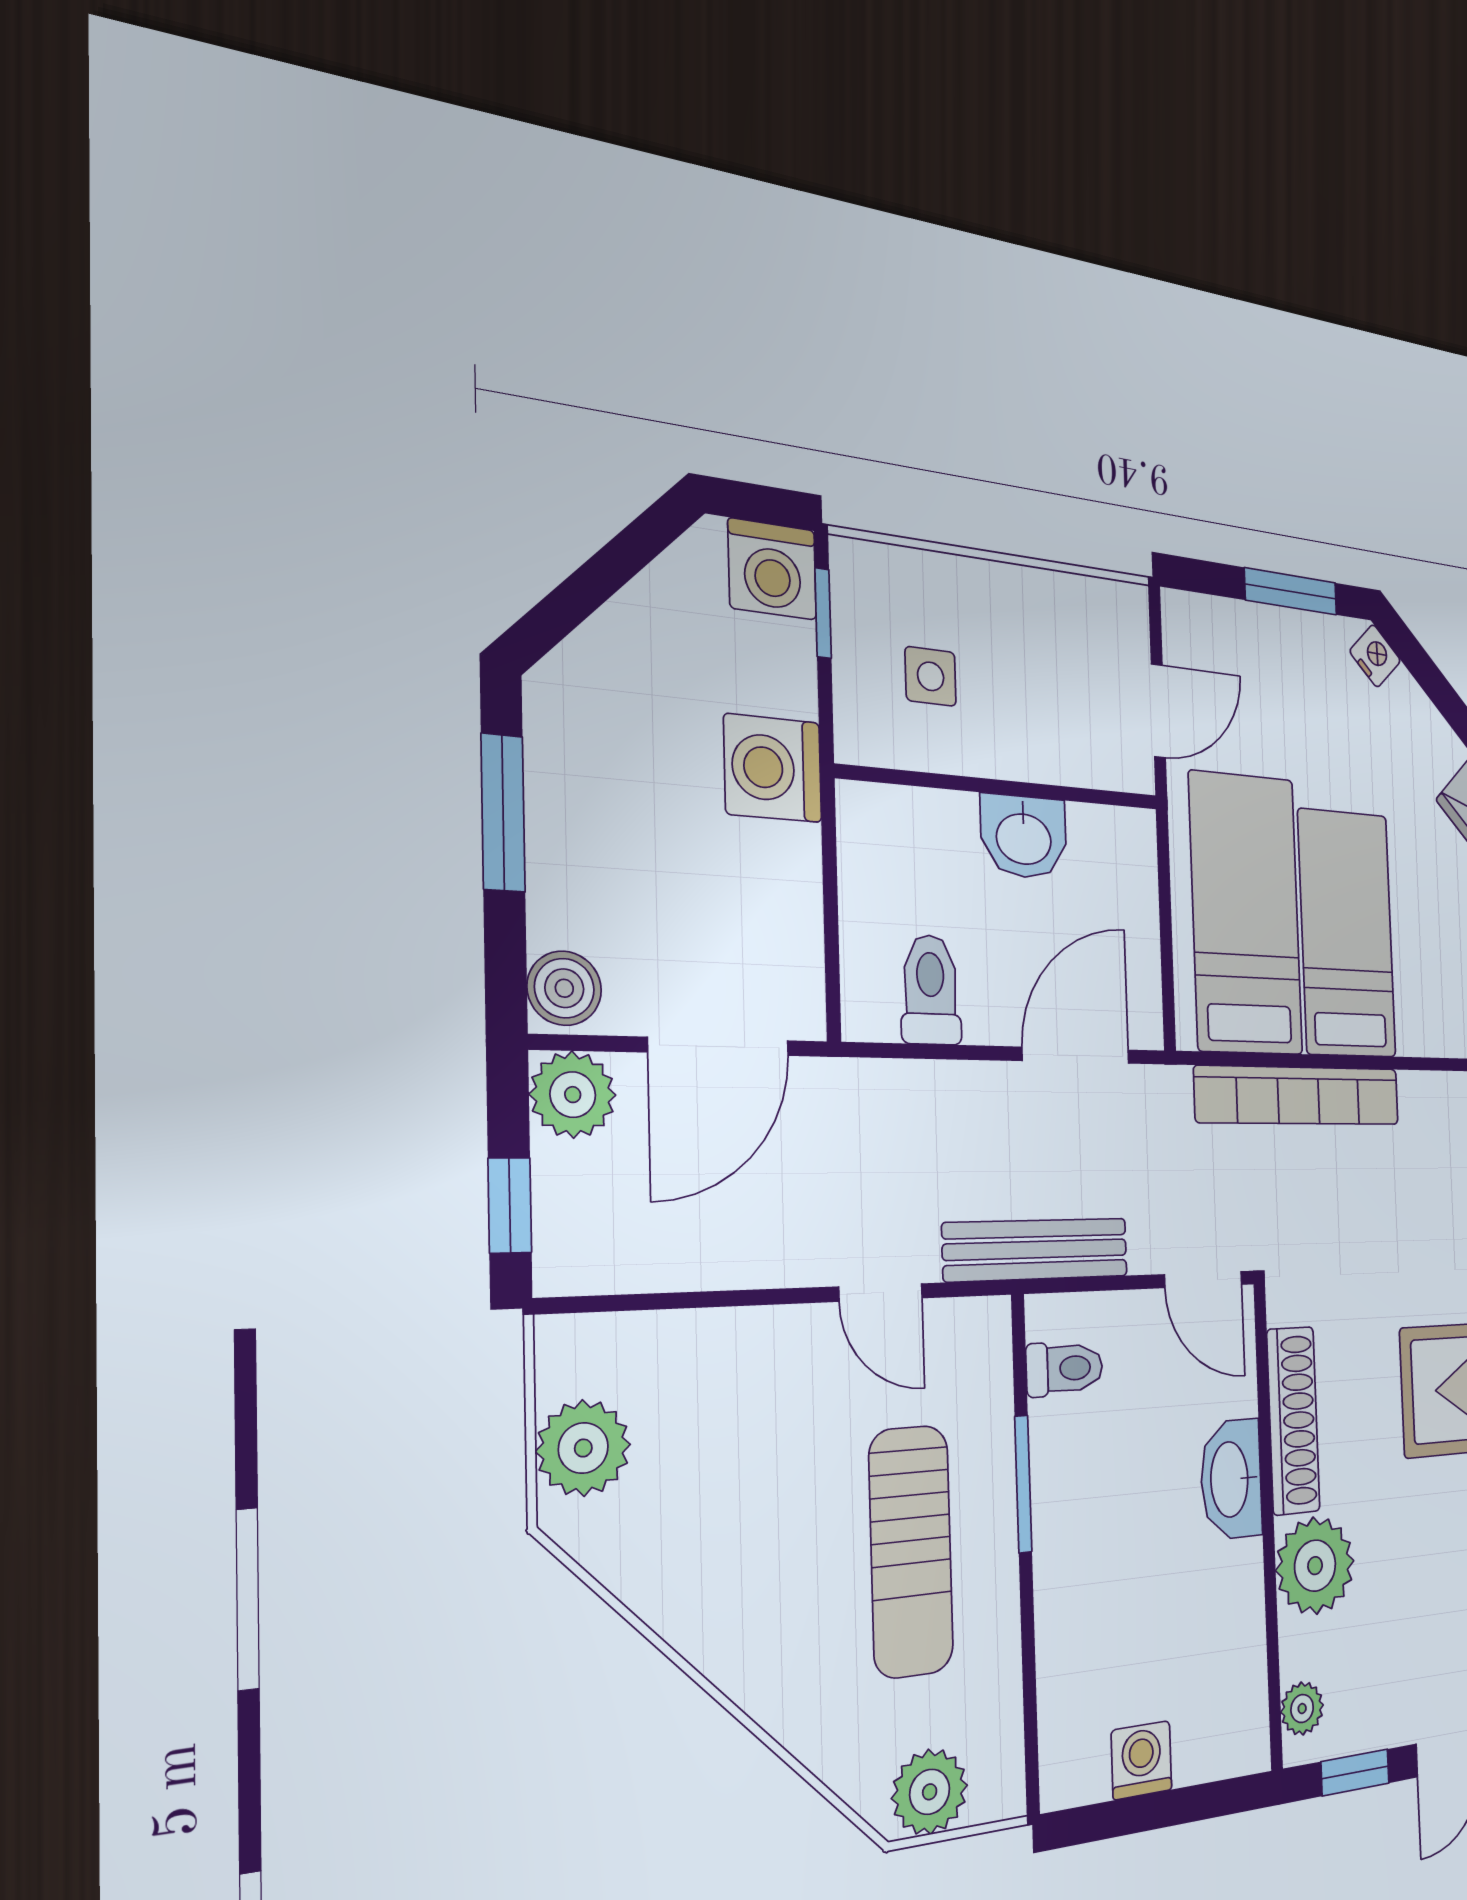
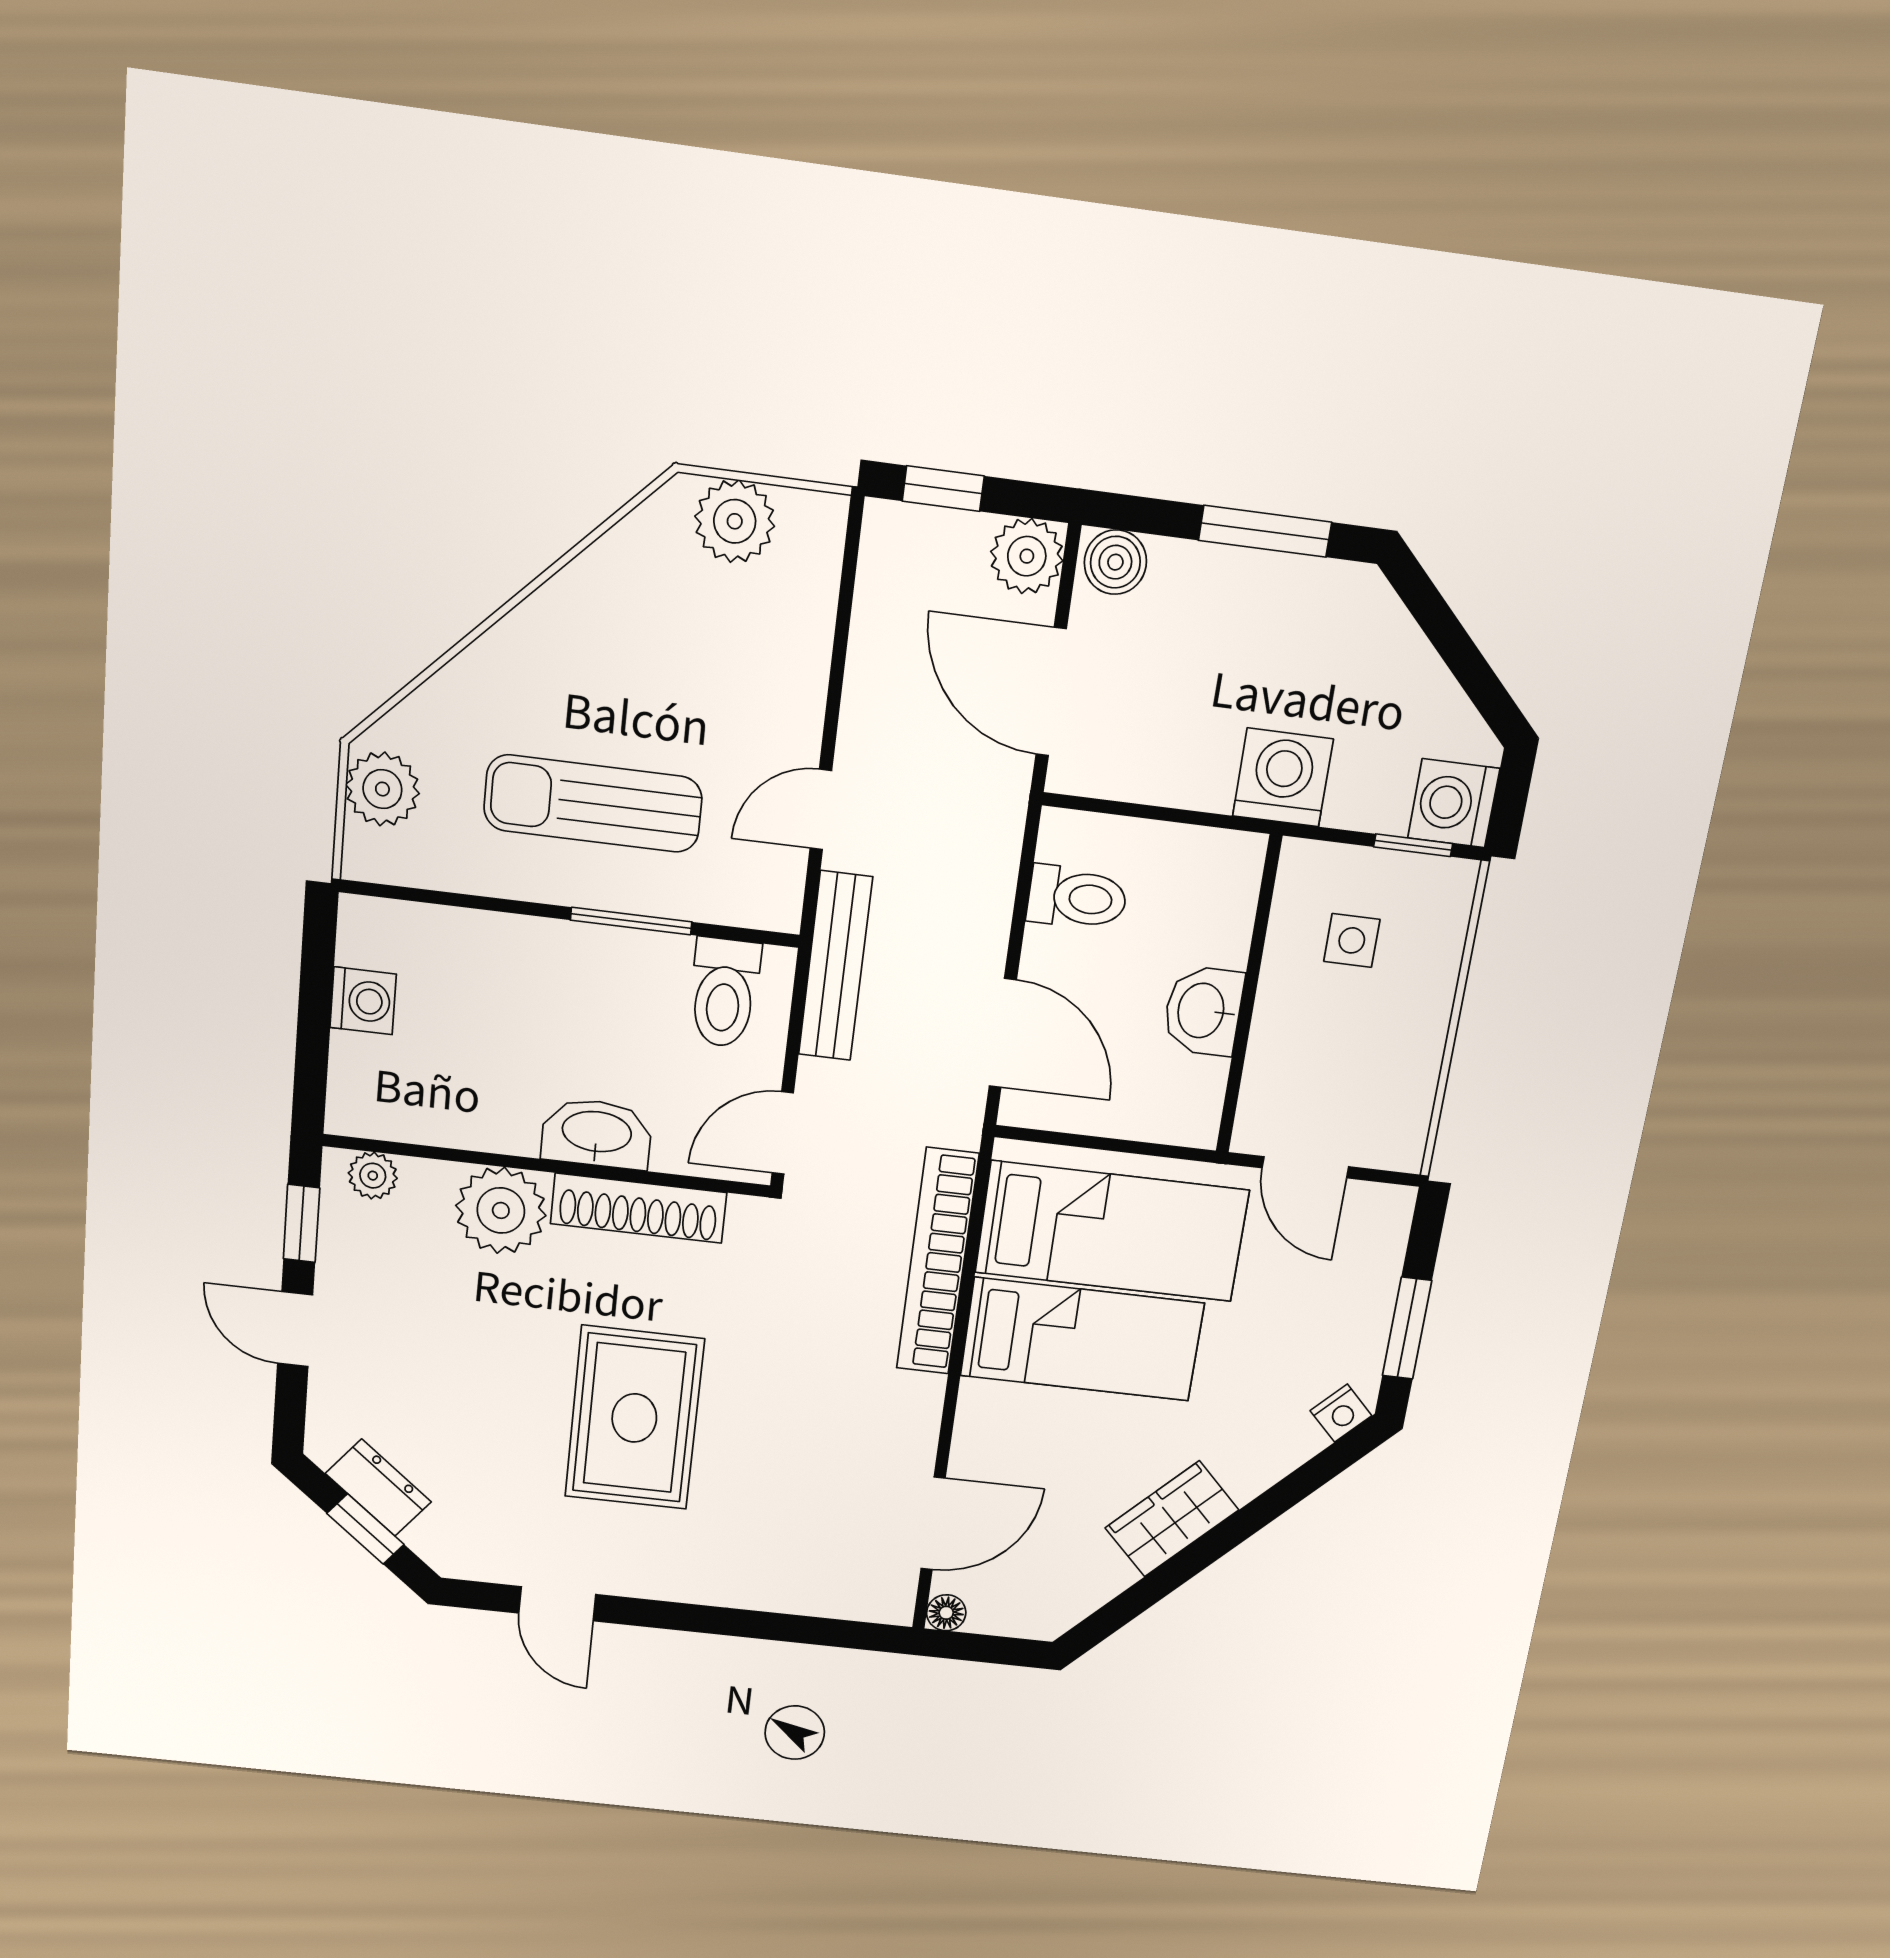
toilet: (1065, 1369) -> (724, 993), width x1.37, depth x1.39

